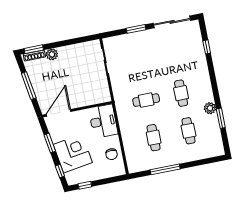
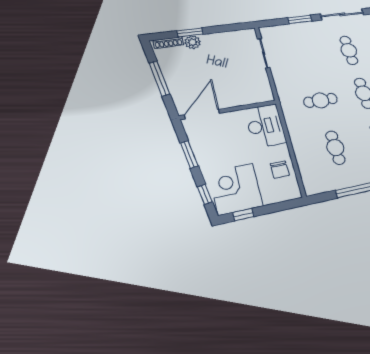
window: (34, 49) -> (190, 32), moved
cafe table: (174, 56) -> (349, 50), added
corner desk: (73, 153) -> (236, 189), moved, turned -81

